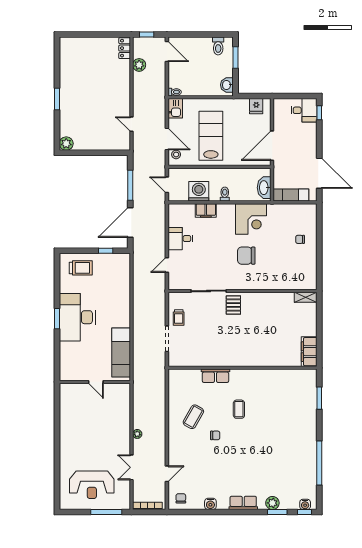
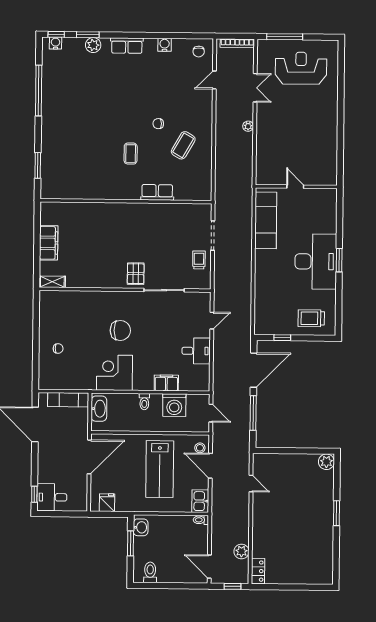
window: (235, 57) -> (131, 543), moved
filing cabinet: (309, 352) -> (49, 243), moved

